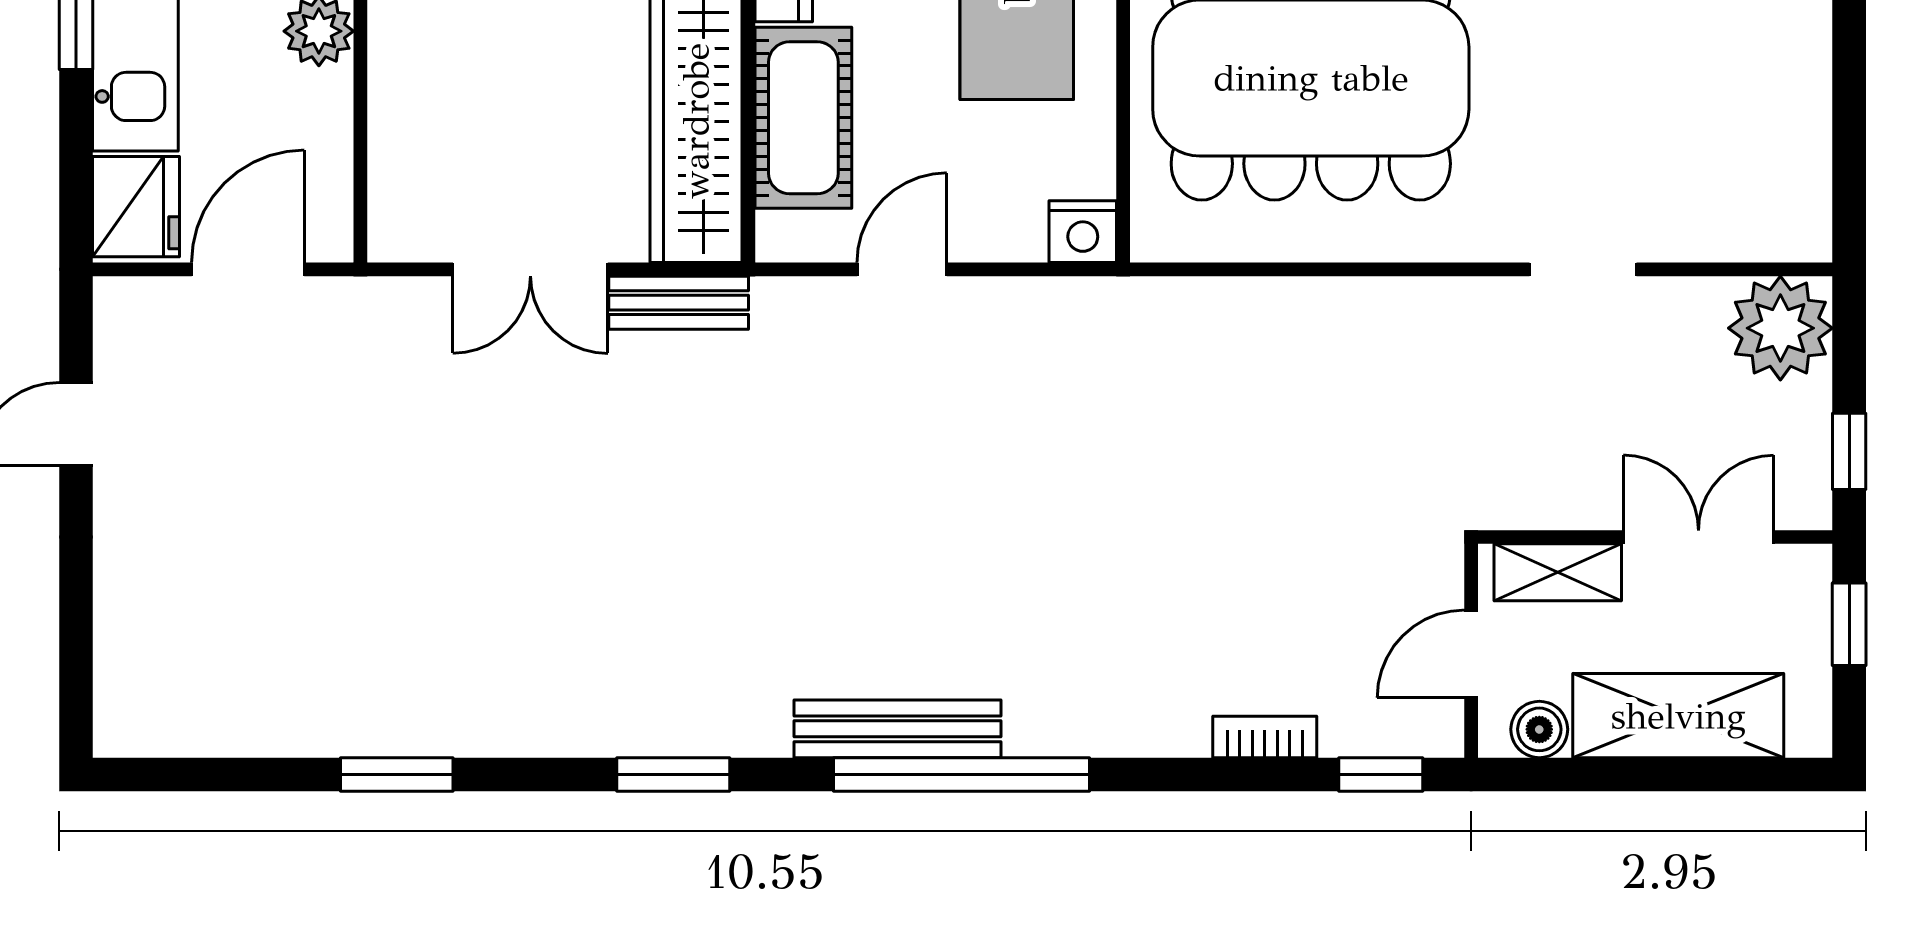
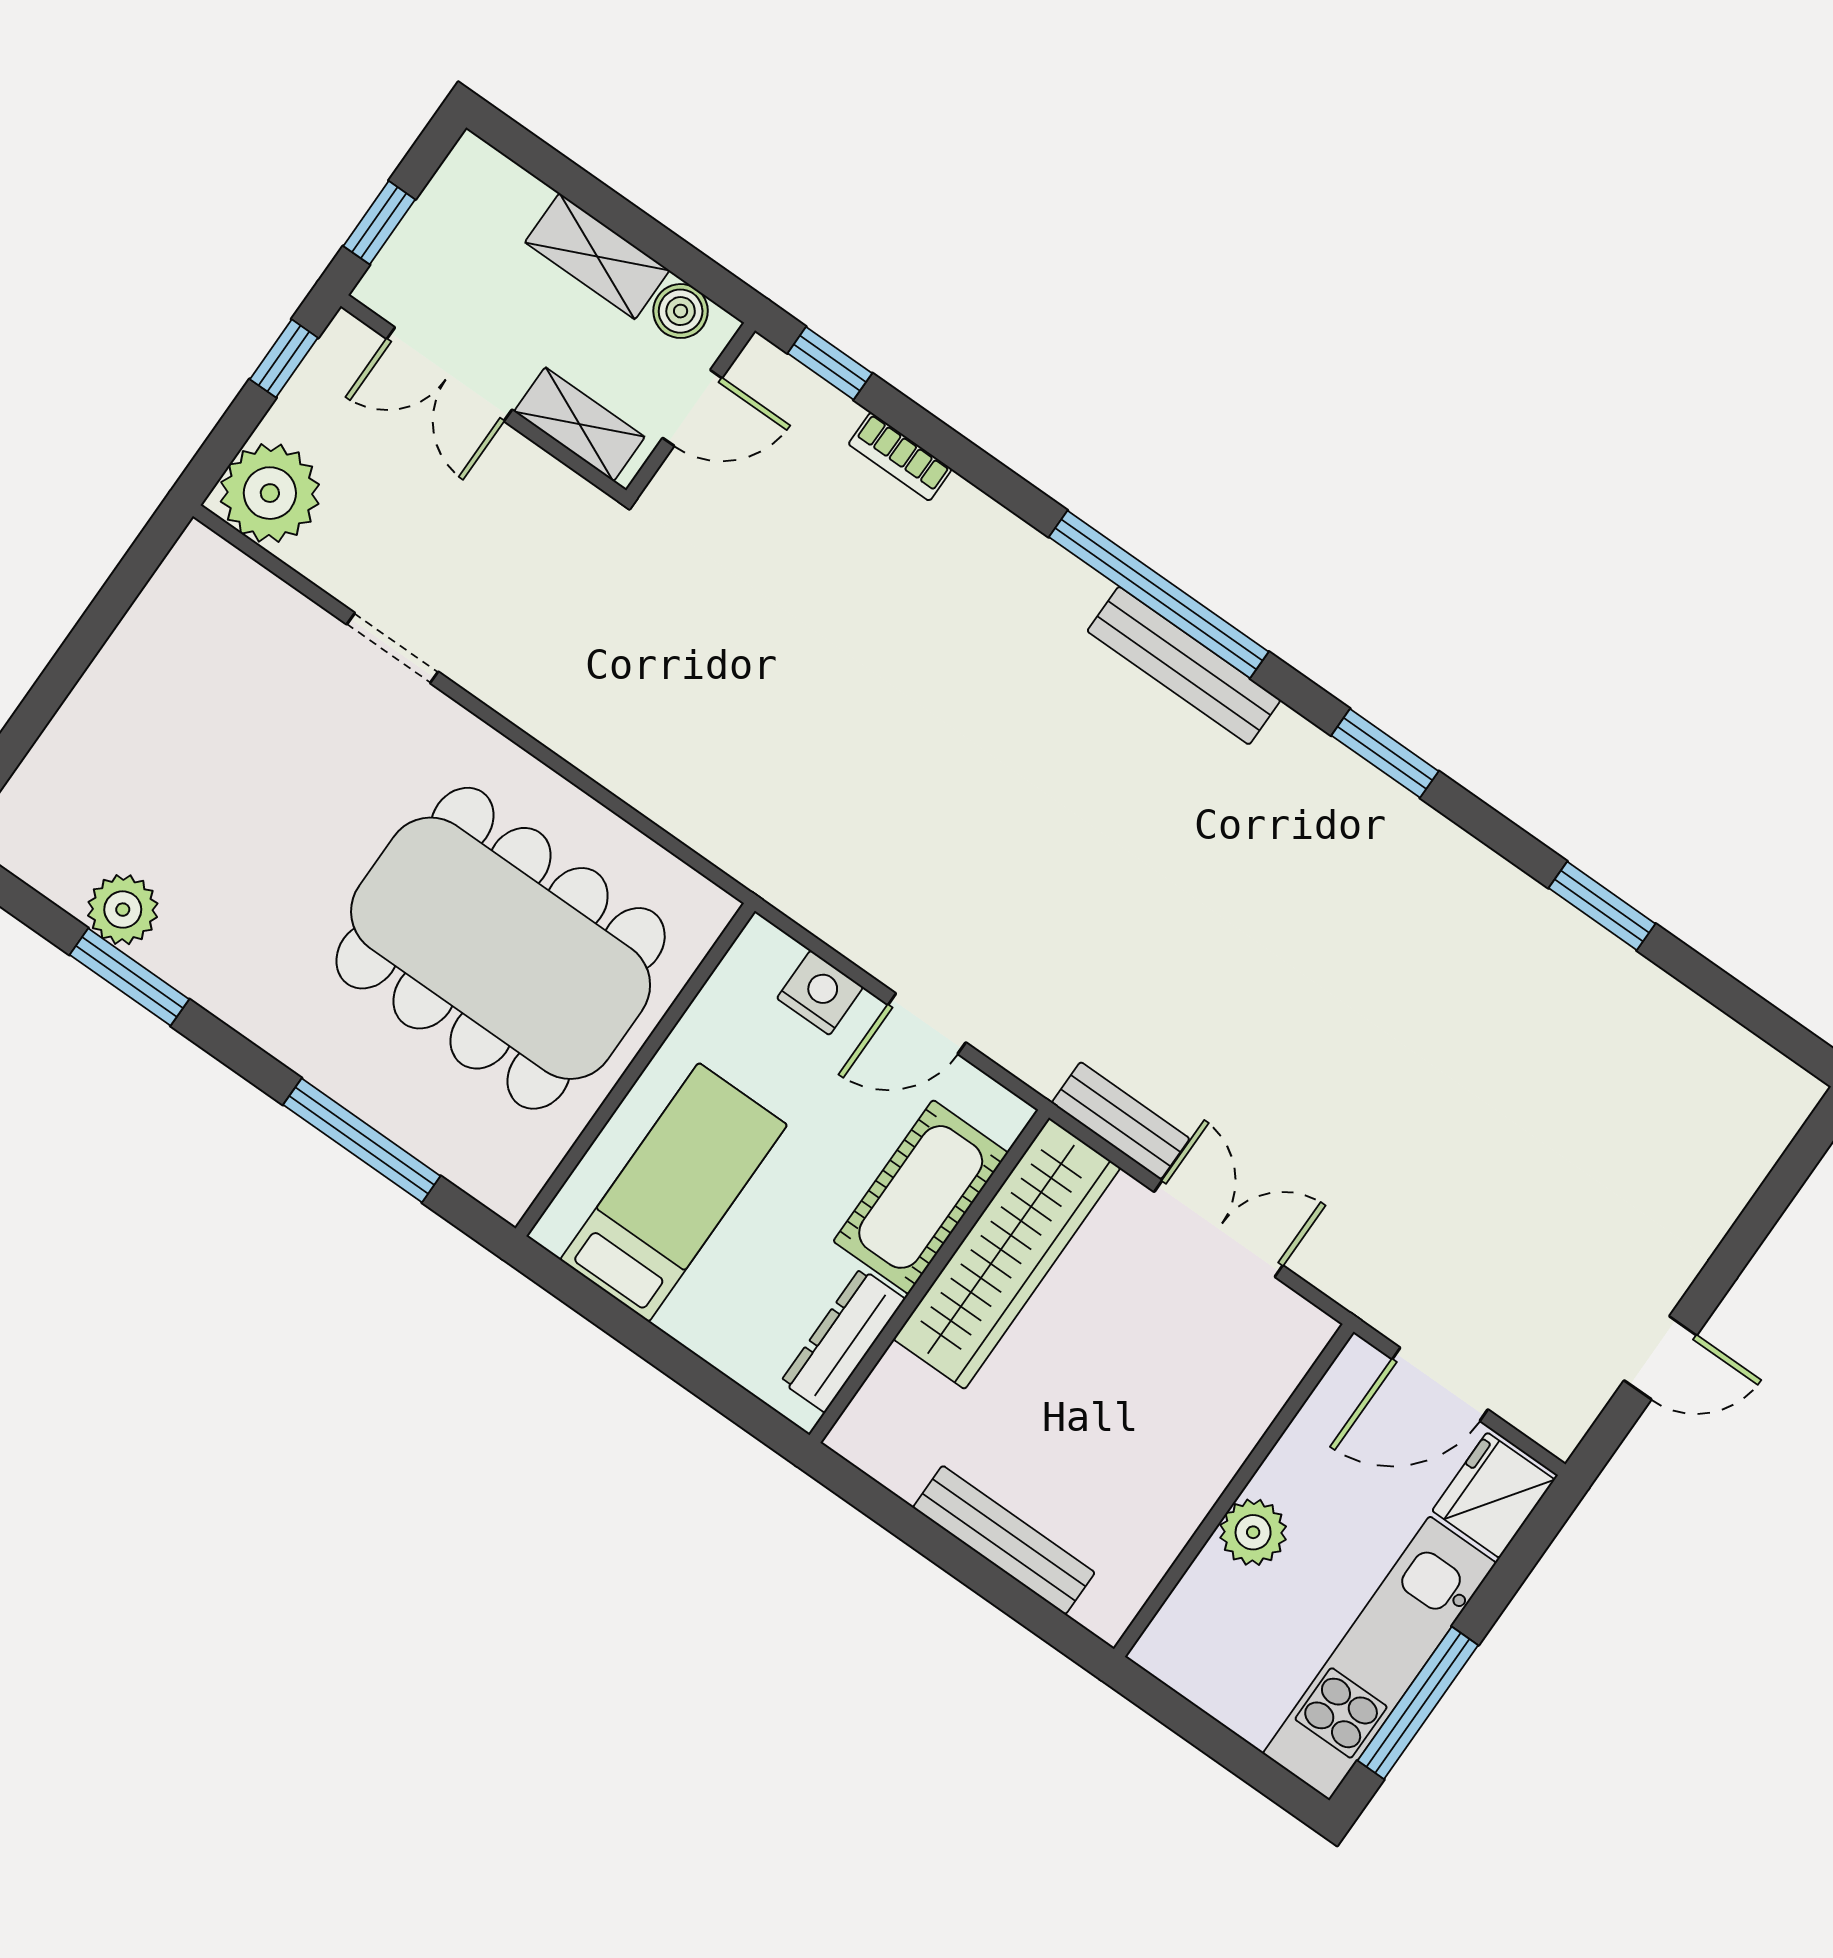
nightstand: (1083, 232) -> (820, 993), moved
shelving: (1678, 716) -> (597, 256), width x0.67, depth x0.75

